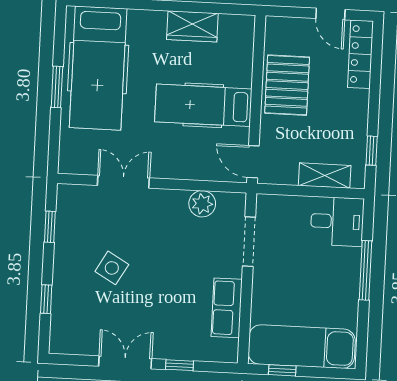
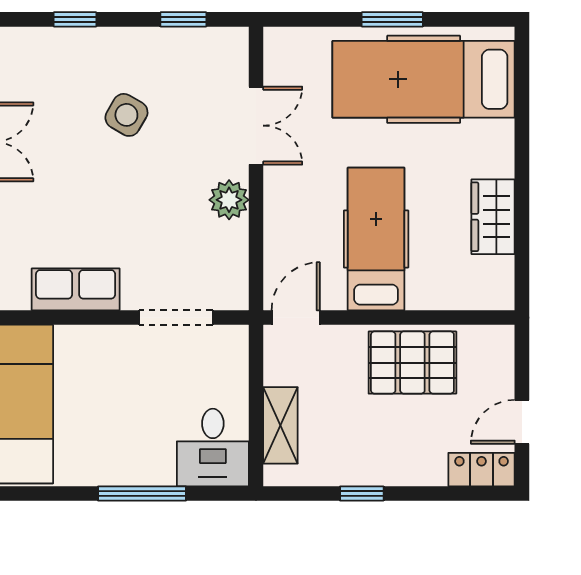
locker: (360, 54) -> (482, 470), width x0.66
window: (372, 151) -> (362, 494), moved
plant: (202, 204) -> (229, 200), moved

